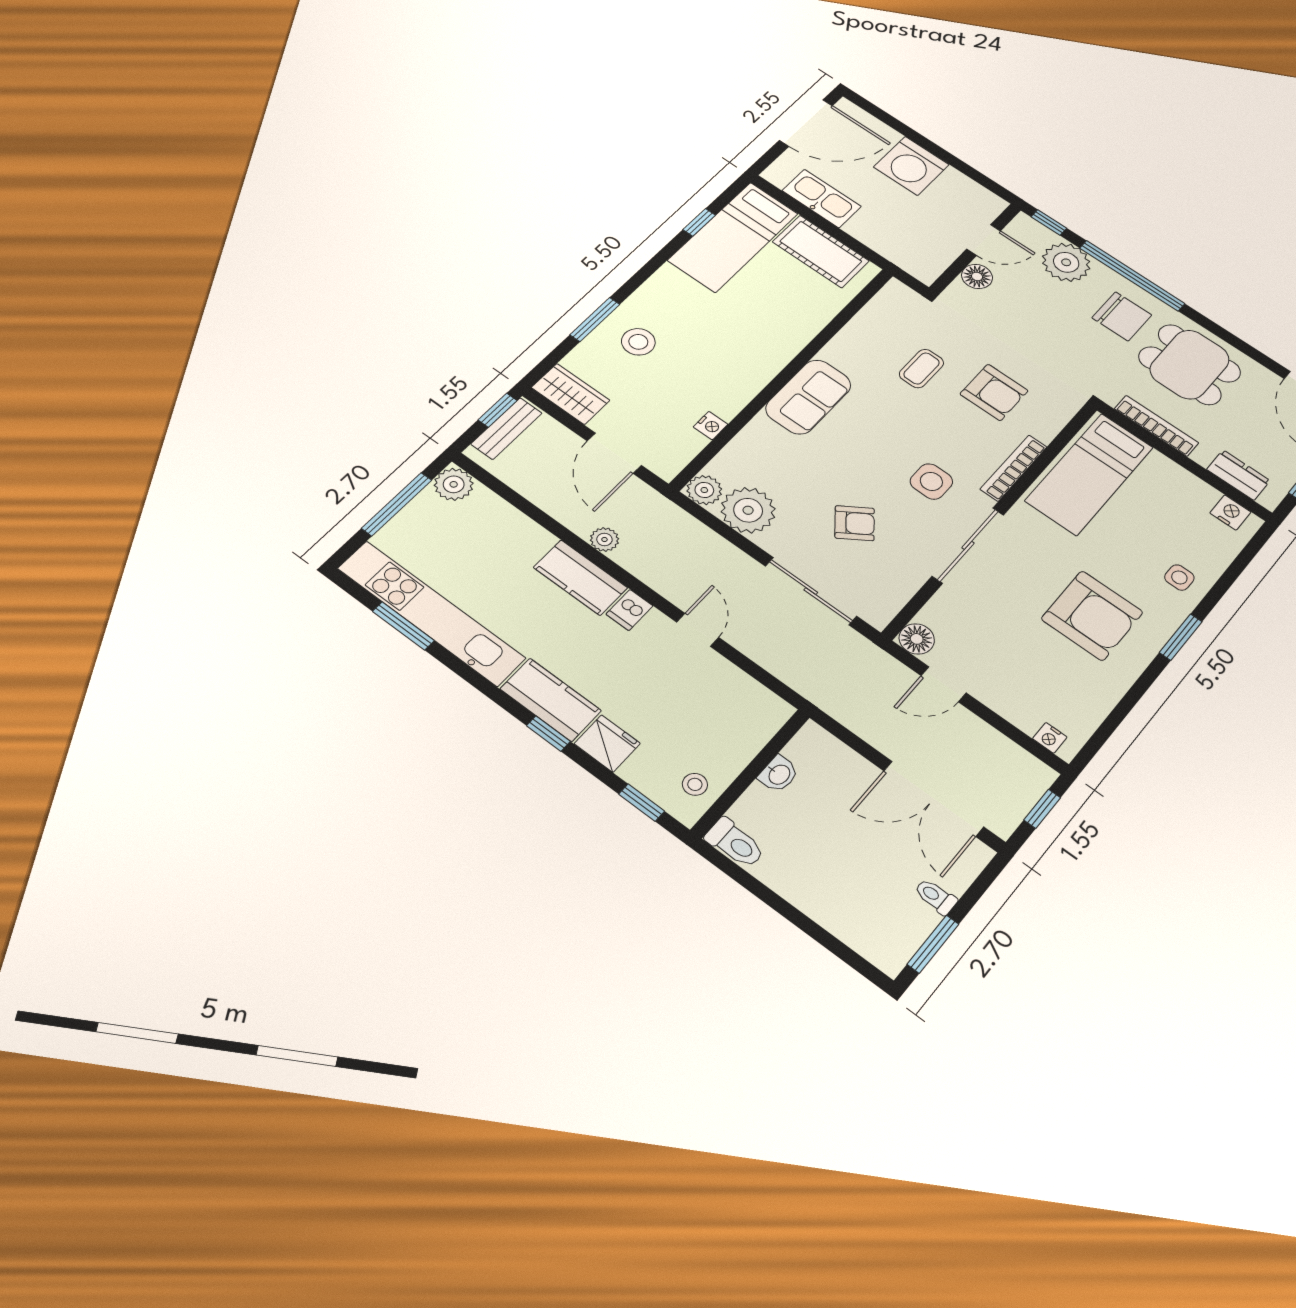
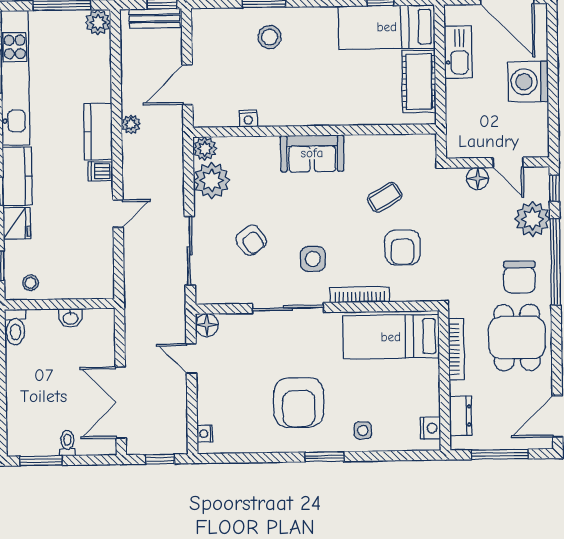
coffee table: (922, 368) -> (385, 197), turned -30
wardrobe: (571, 394) -> (205, 31), removed

